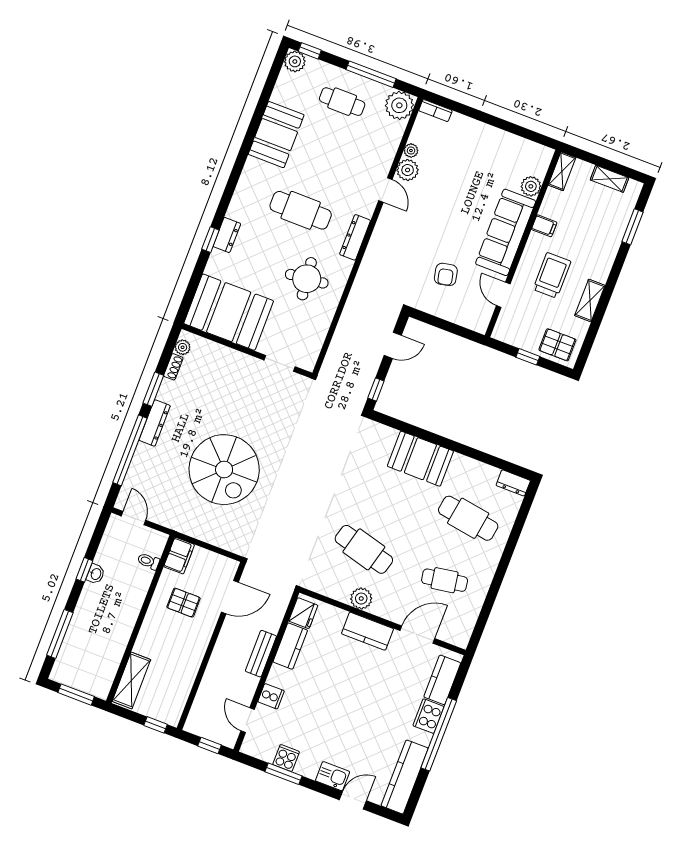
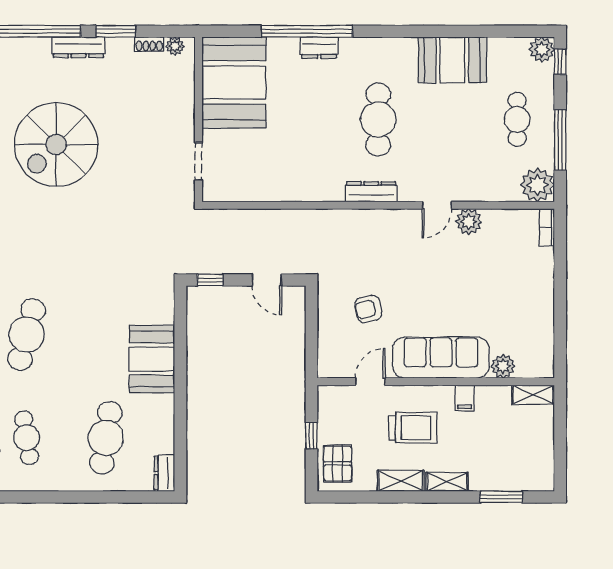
plant: (411, 151) -> (492, 217), removed
shelving: (610, 179) -> (447, 482), moved, turned 90
window: (210, 240) -> (307, 31), width x3.17
round table: (307, 279) -> (304, 155), removed

